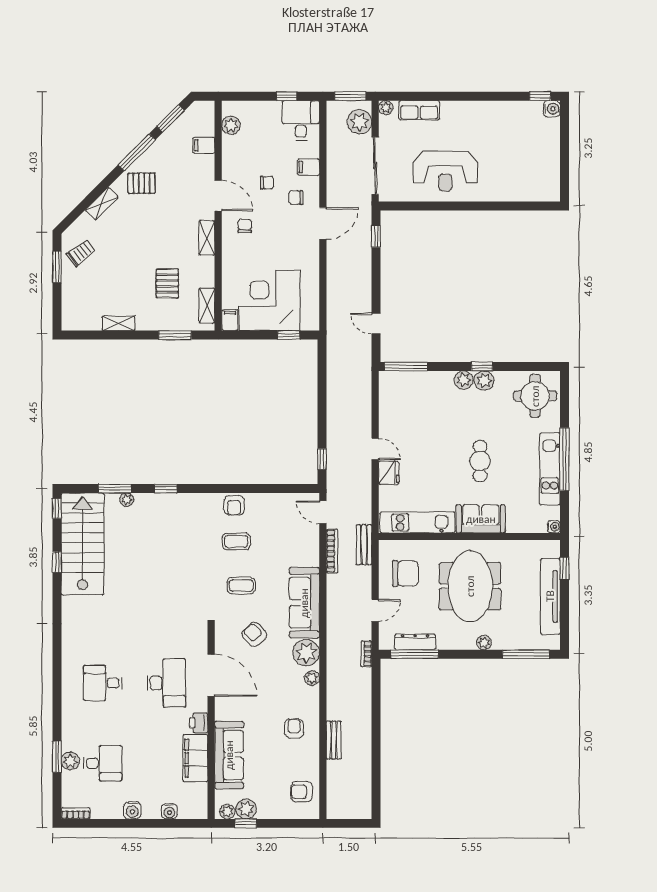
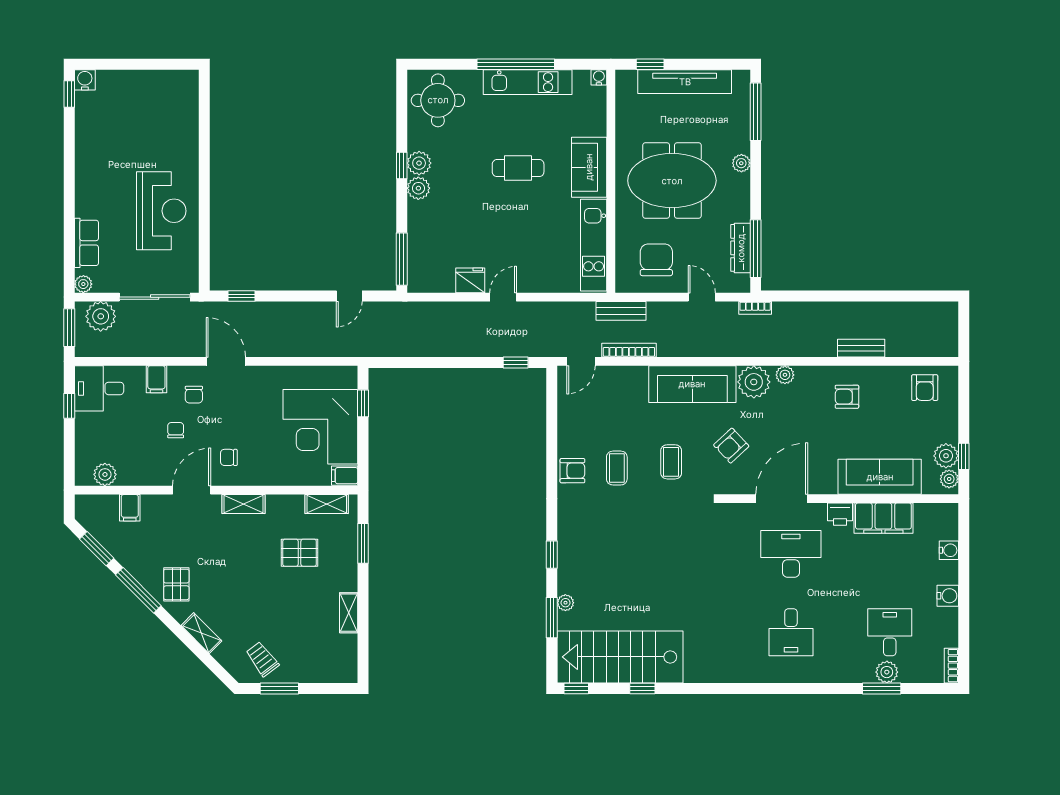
fridge: (389, 473) -> (470, 280), moved

